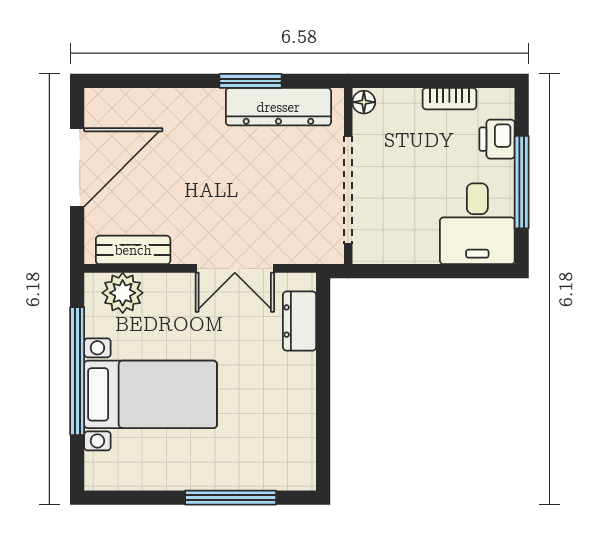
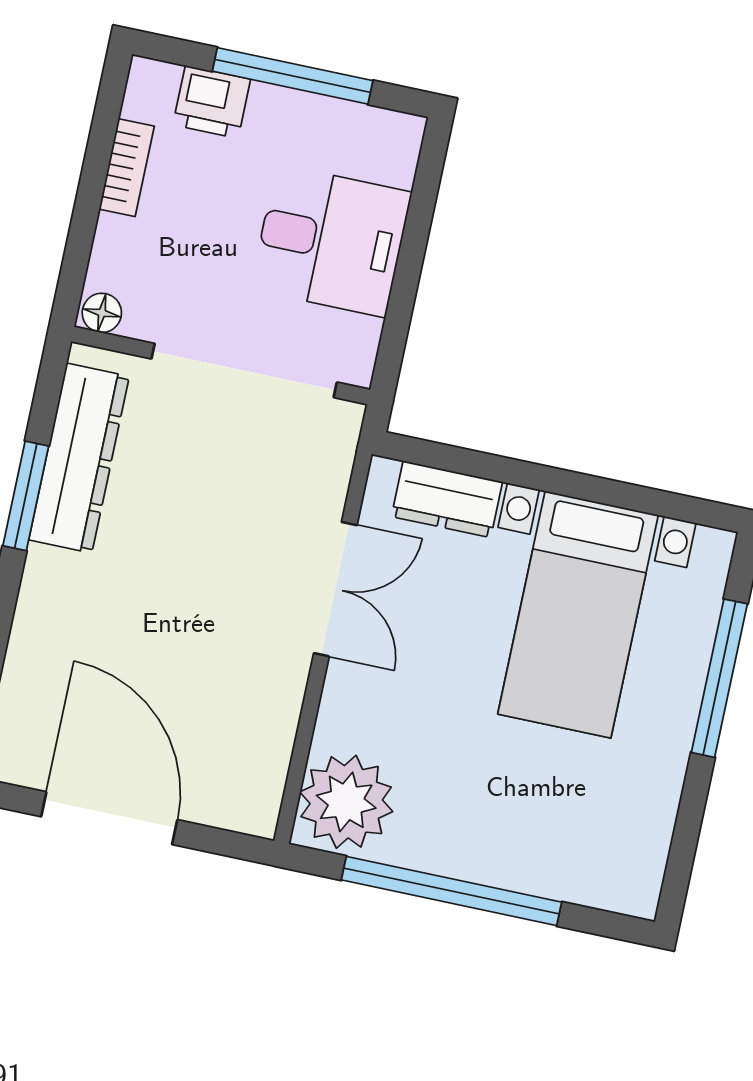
desk: (477, 224) -> (331, 241), moved
bench: (133, 250) -> (268, 754), removed
plant: (123, 293) -> (346, 802), width x1.36, depth x1.36
bed with nightstands: (151, 394) -> (578, 615), moved, turned 180

